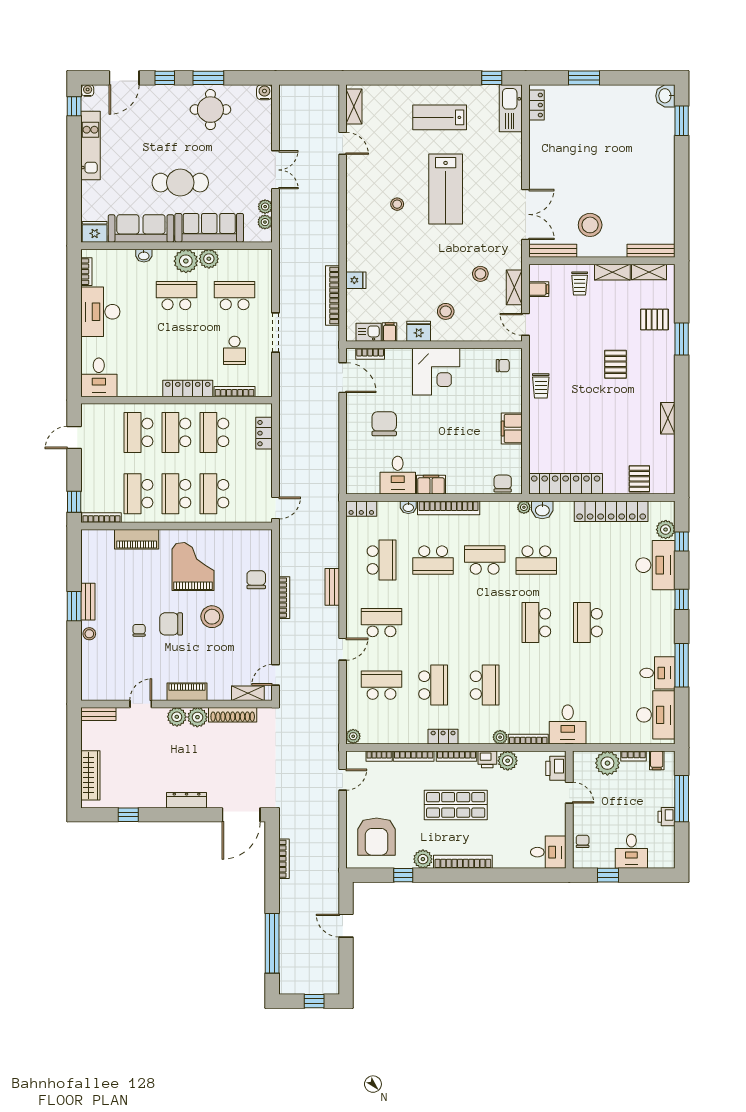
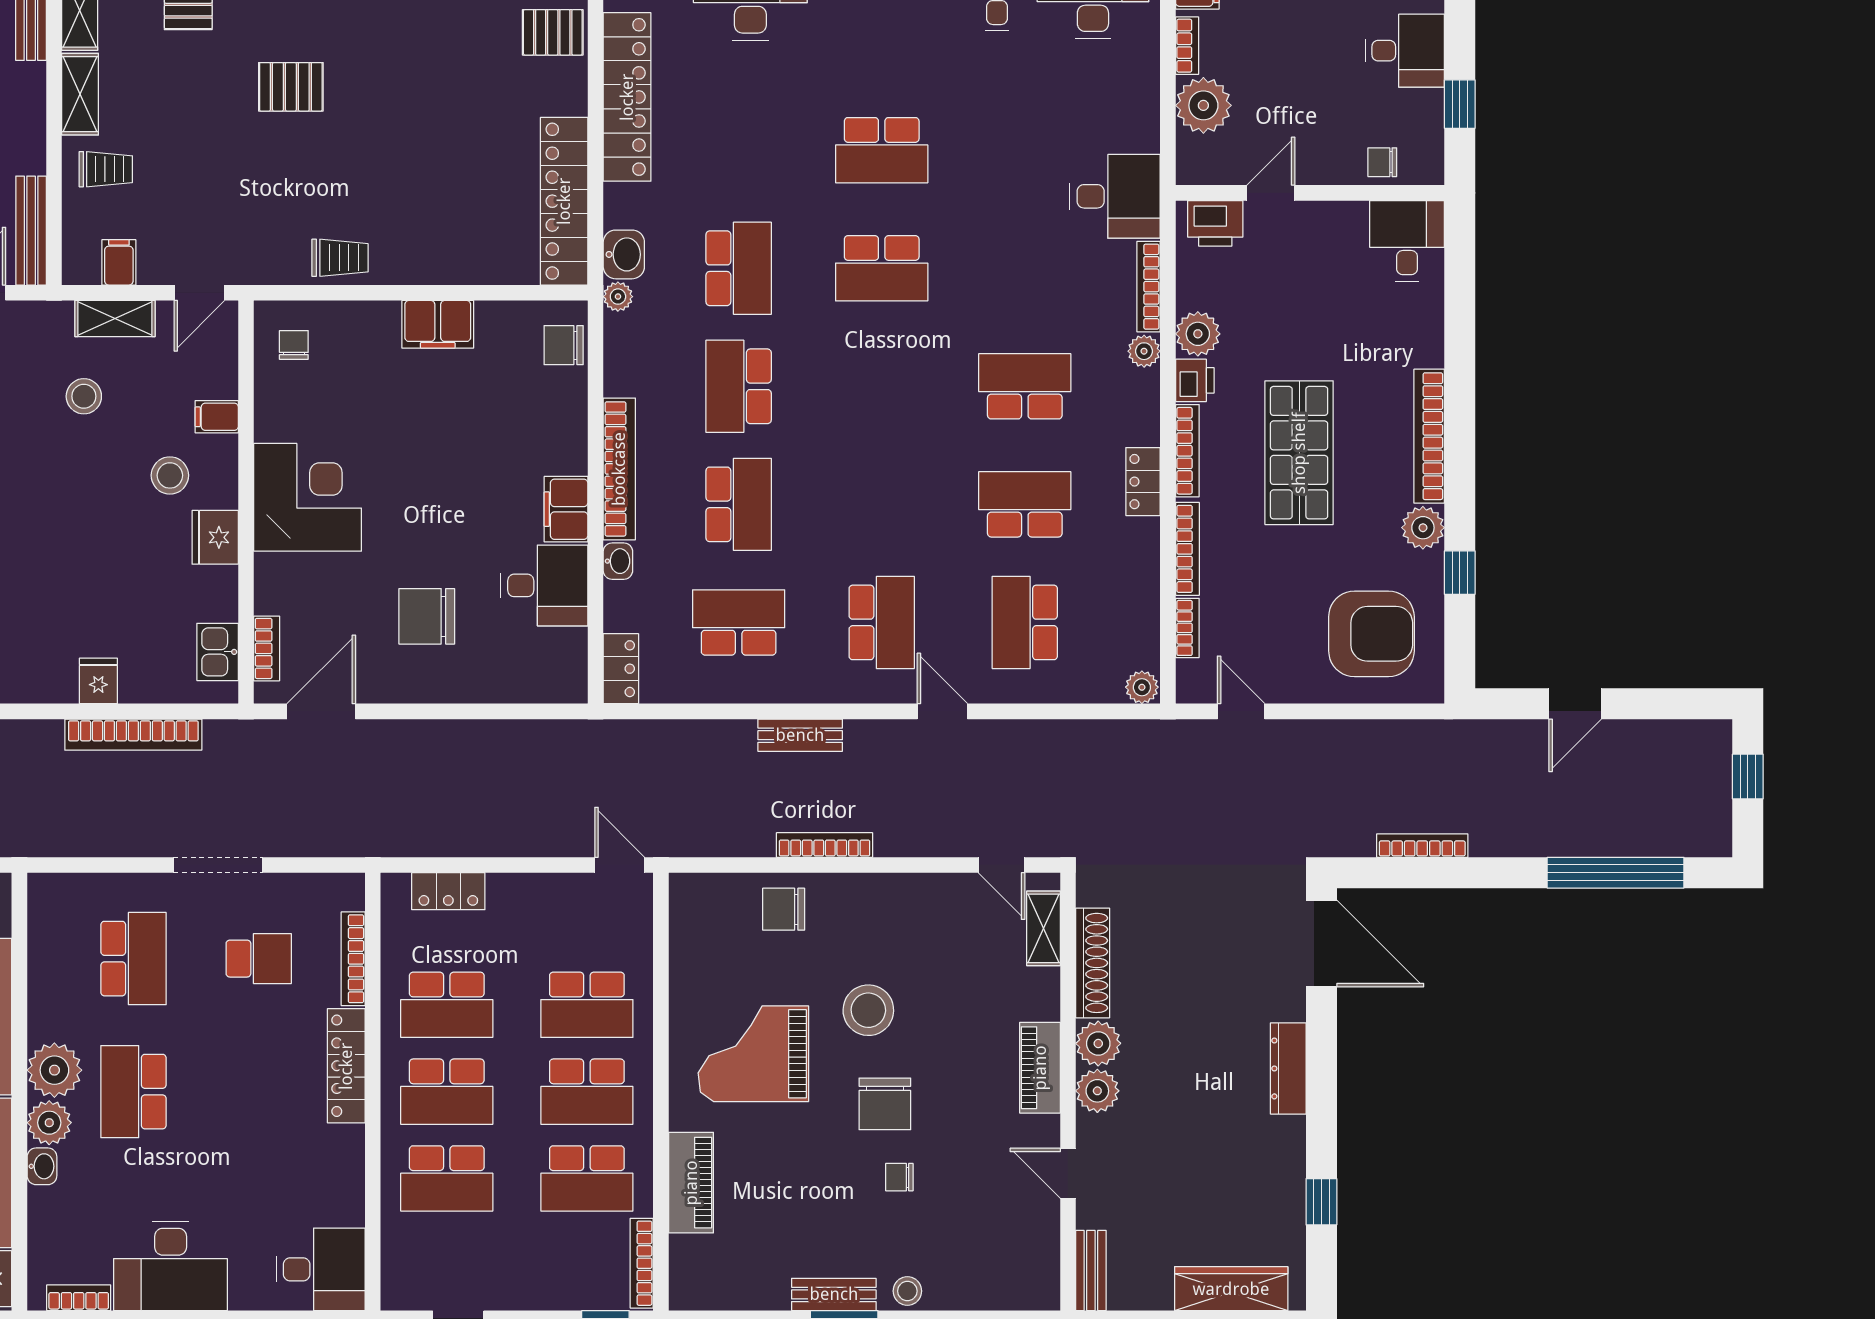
plant: (209, 259) -> (49, 1123), moved
school desk: (235, 296) -> (133, 959), turned 180
filing cabinet: (390, 332) -> (217, 417), moved
school desk: (381, 623) -> (882, 622), turned 180

